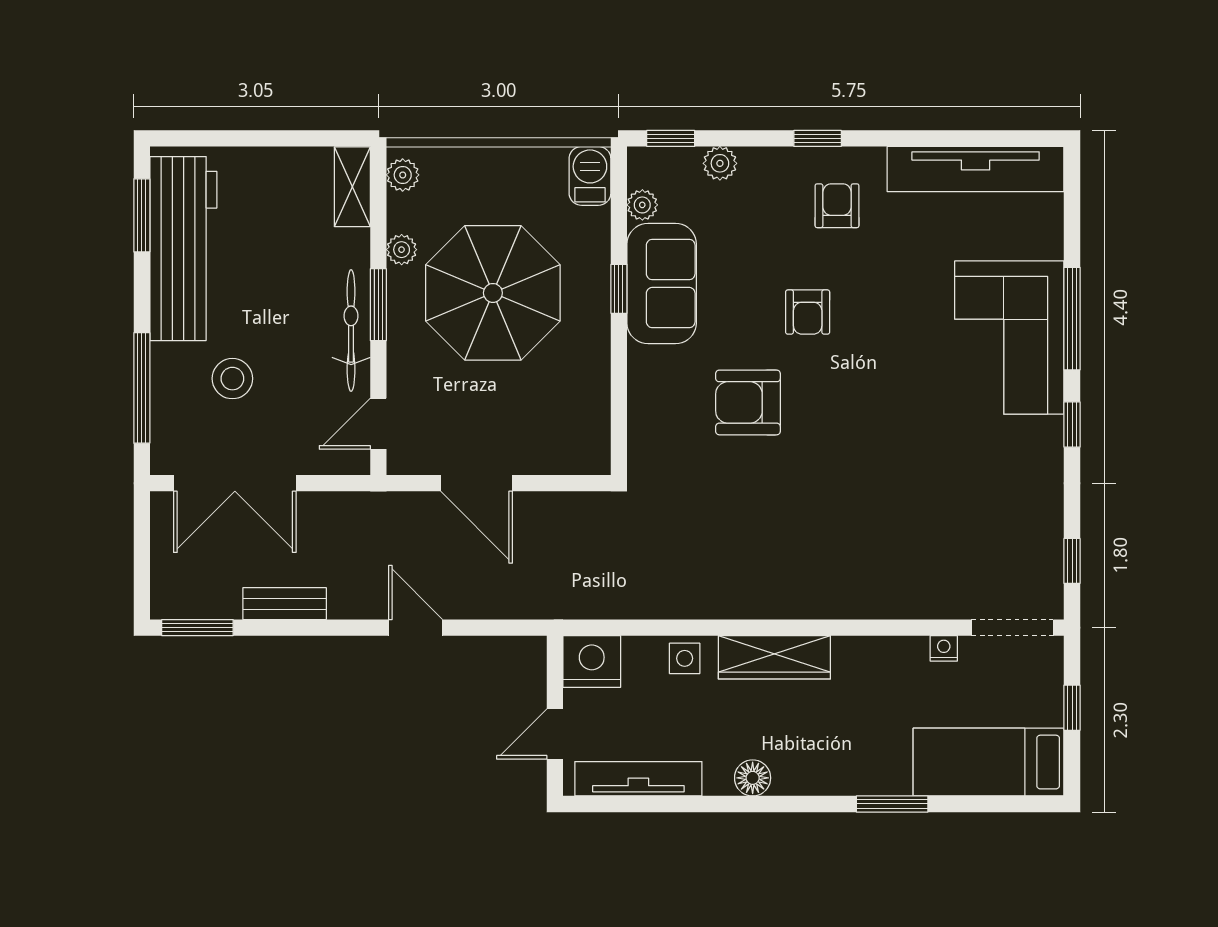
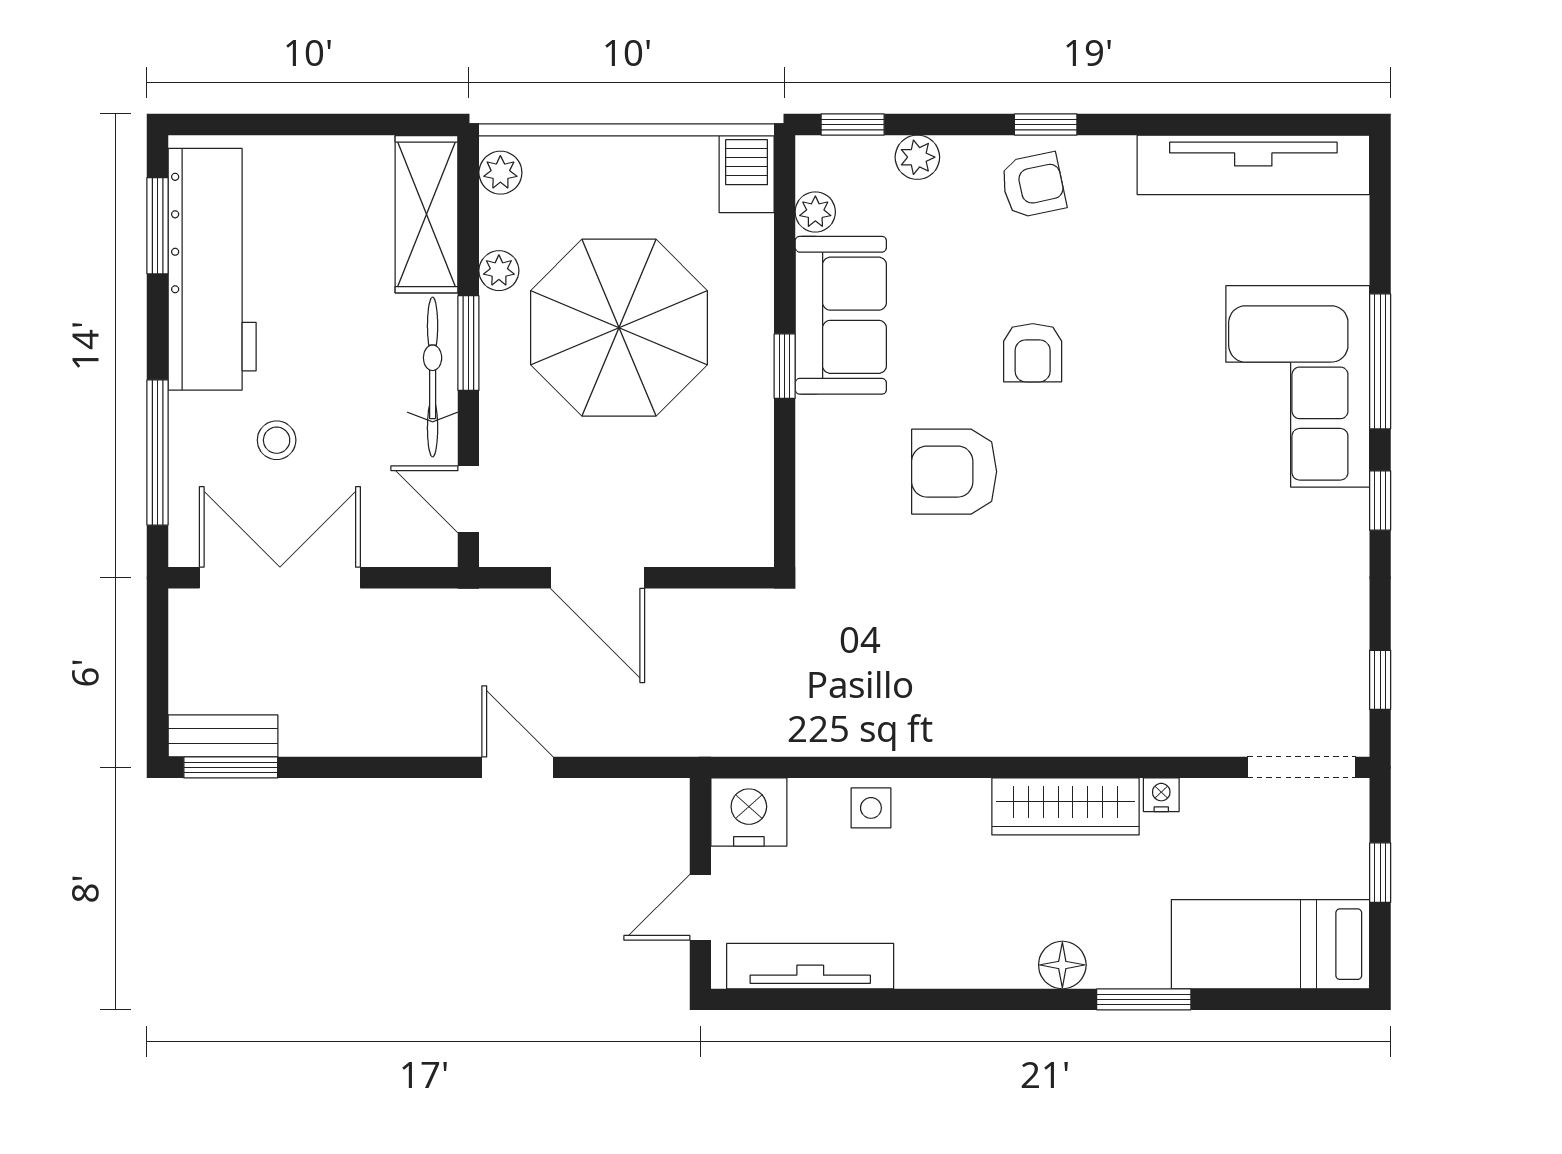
shelving: (352, 187) -> (426, 214), width x1.50, depth x1.33
armchair: (837, 206) -> (1033, 185), moved, turned 78
window: (619, 289) -> (785, 366), moved
stool: (232, 379) -> (277, 440), width x0.73, depth x0.73
door: (378, 424) -> (468, 499), hinge flipped
double door: (235, 483) -> (280, 578), swing flipped
bench: (285, 604) -> (223, 736), moved
nightstand: (944, 648) -> (1161, 795), moved
wardrobe: (774, 657) -> (1066, 806), moved
floor lamp: (753, 778) -> (1062, 965), moved

